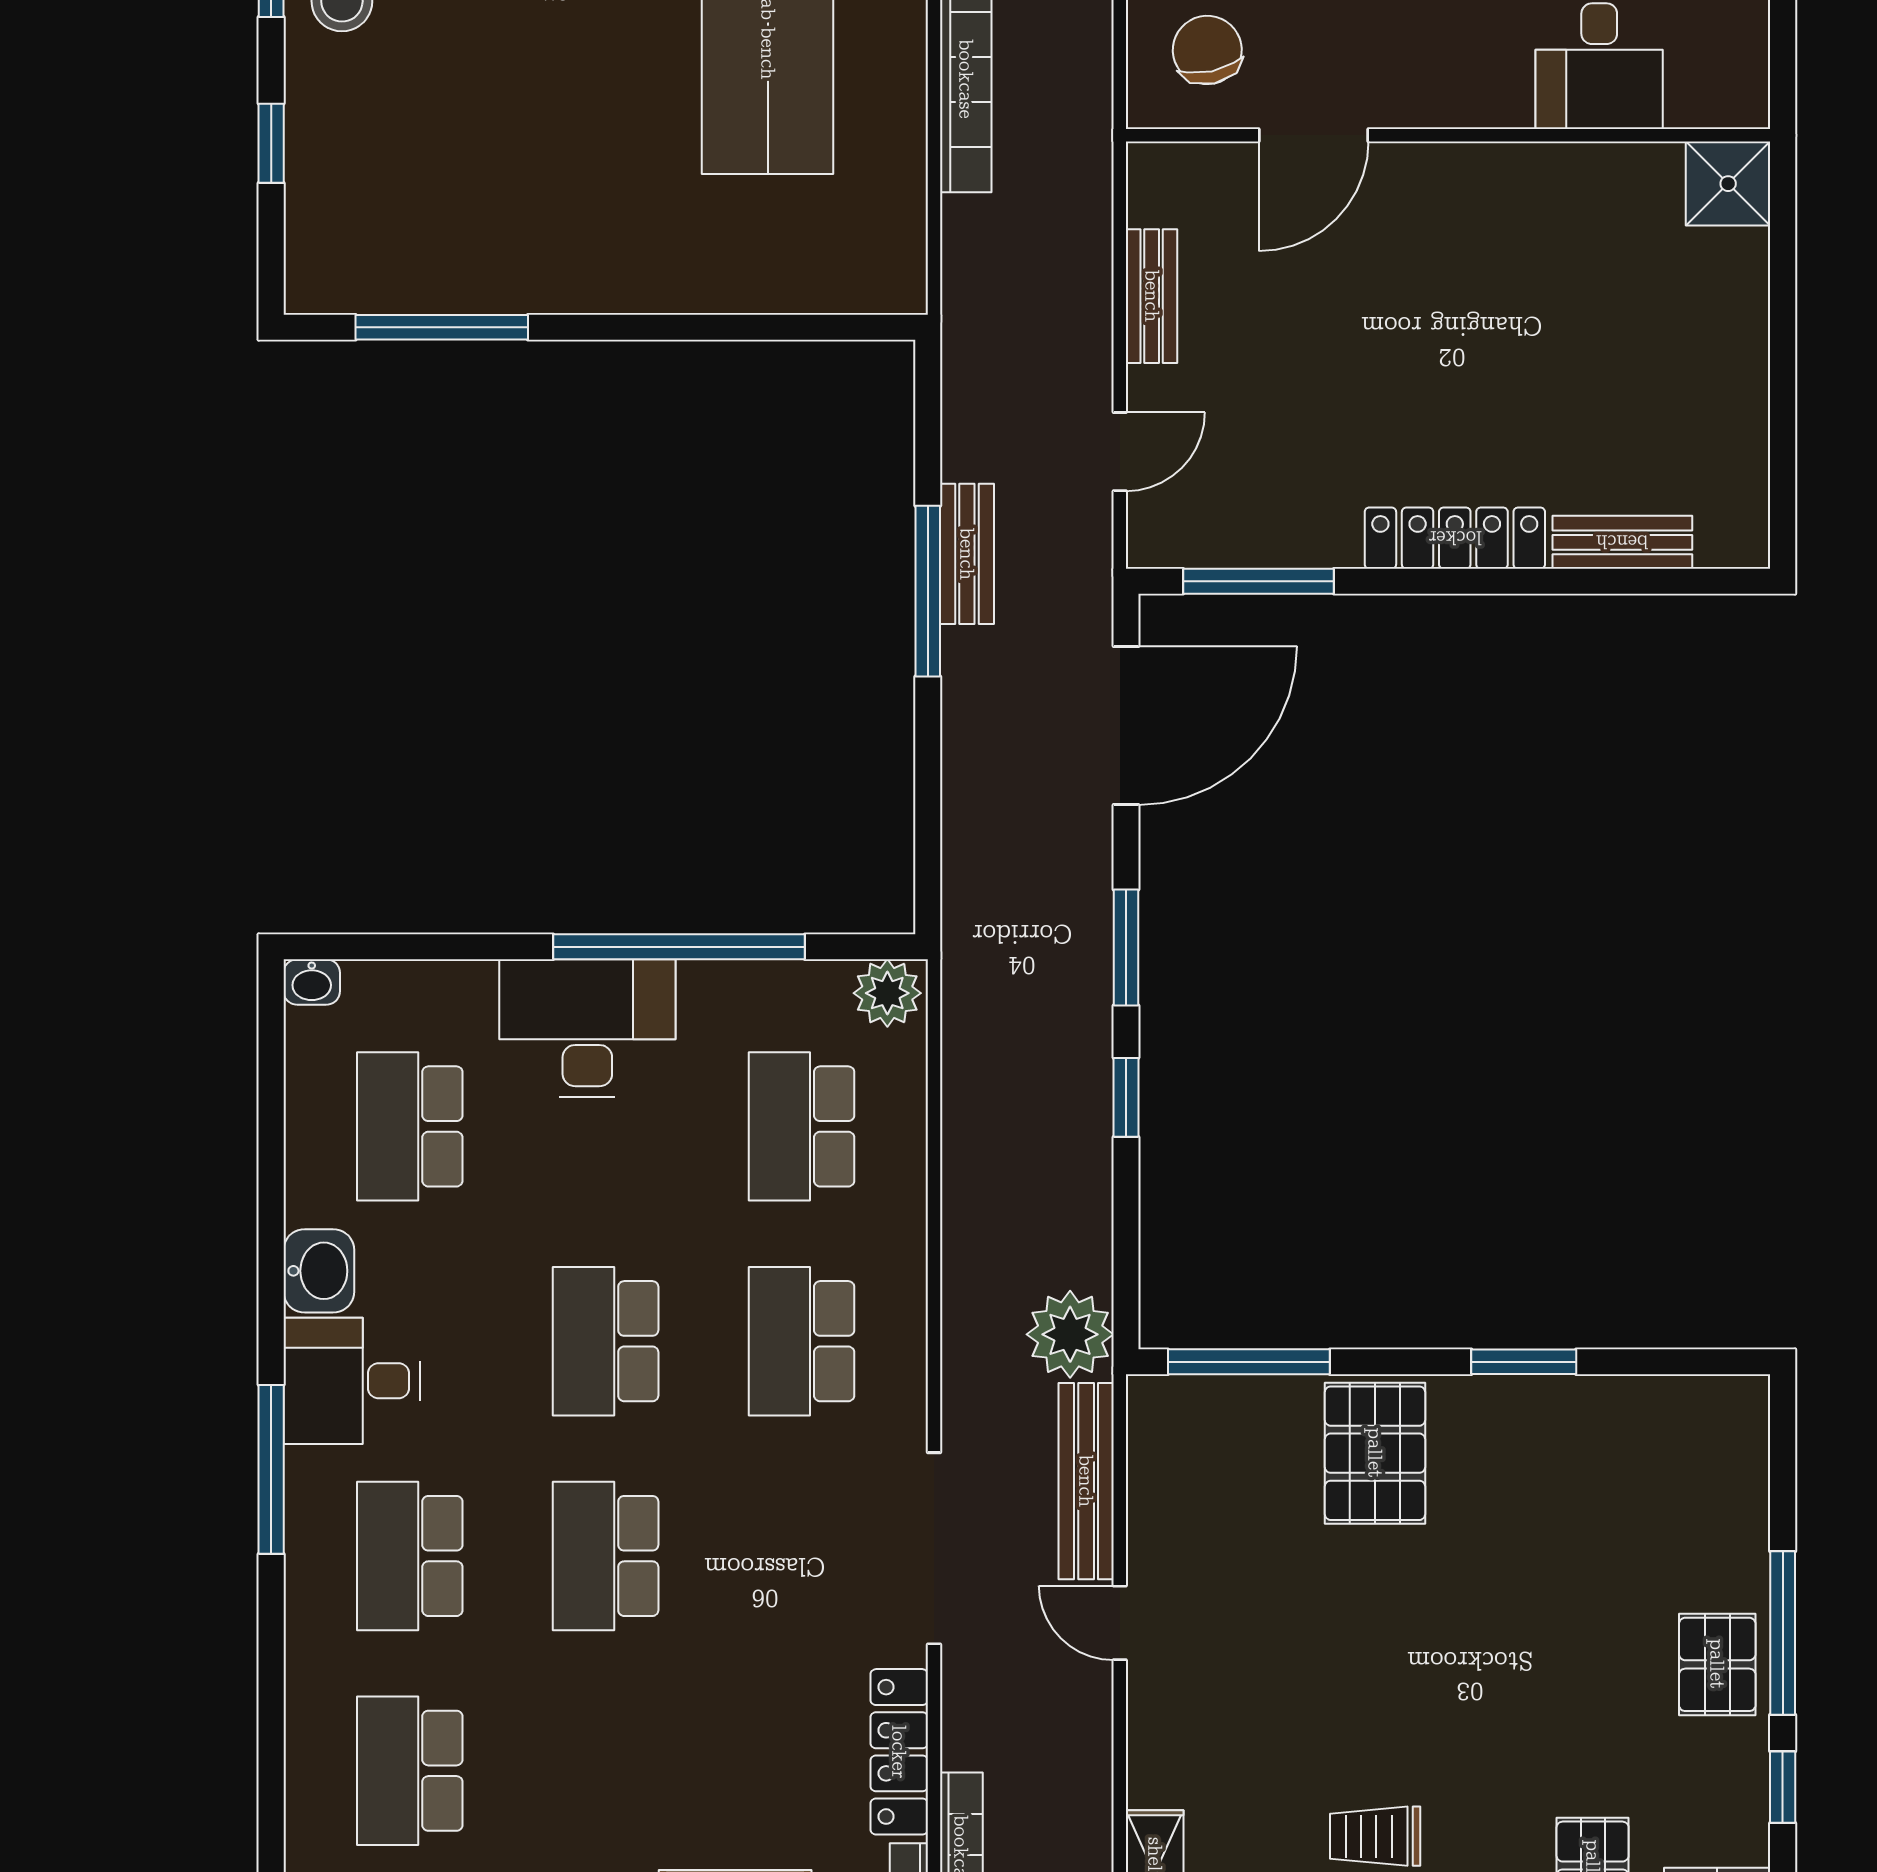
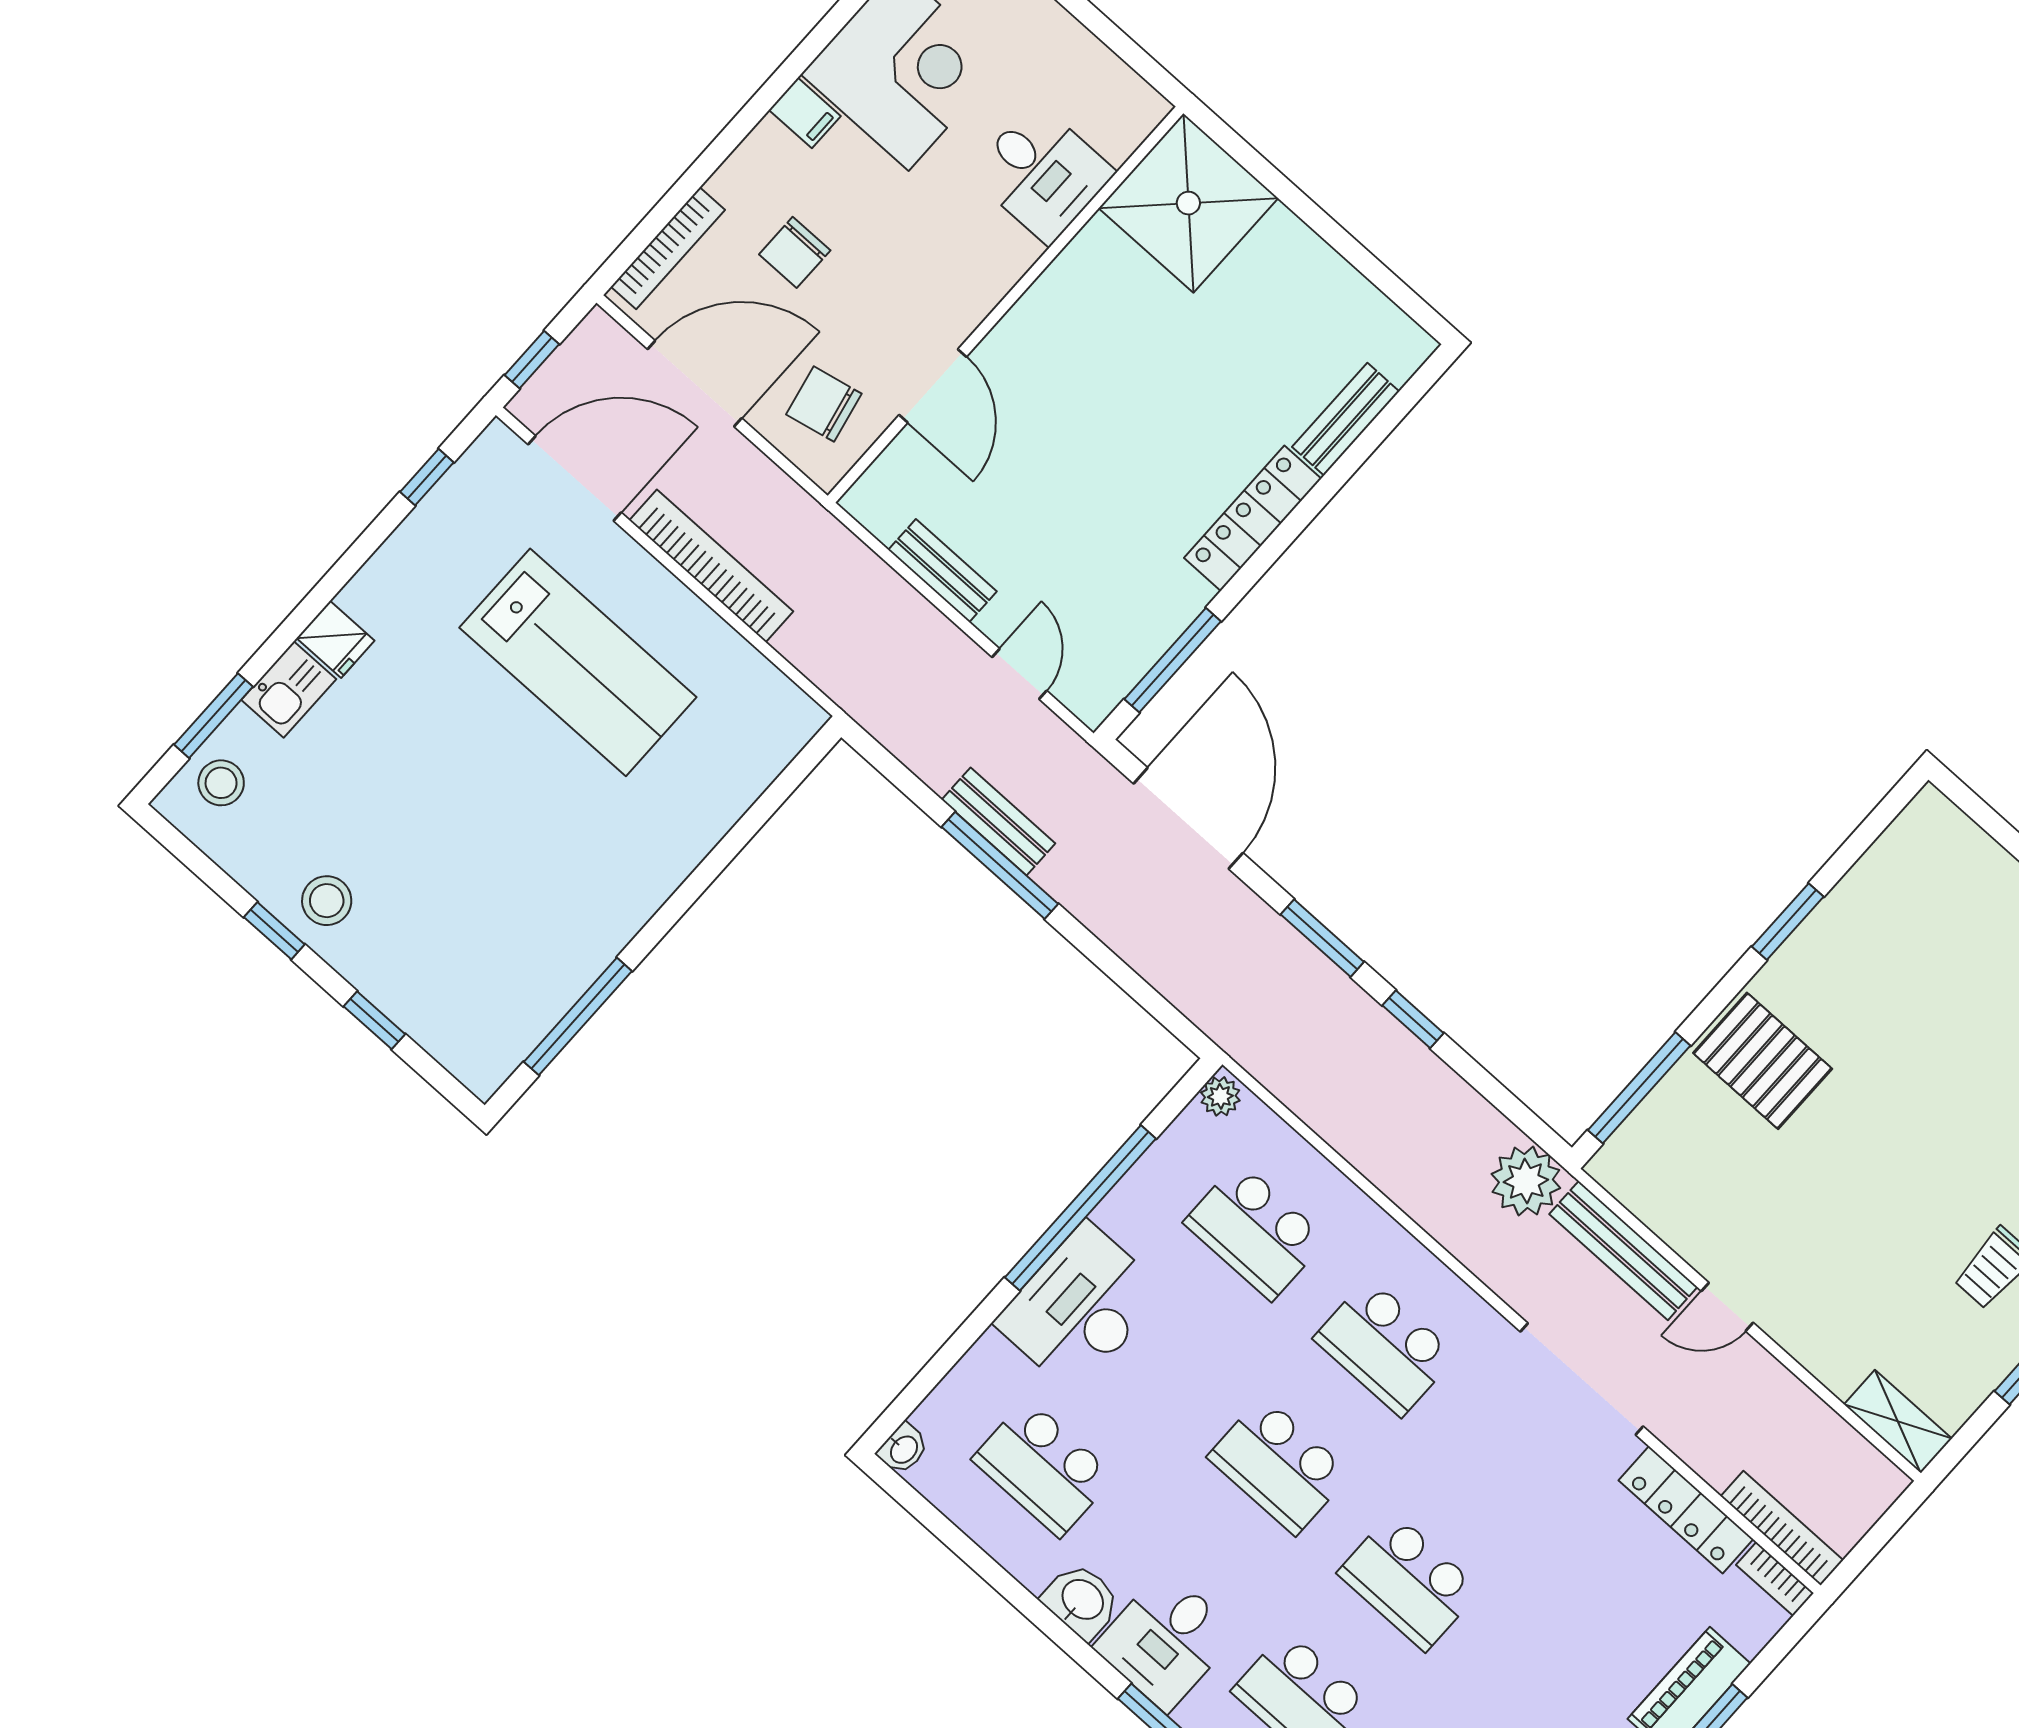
shower: (1728, 184) -> (1188, 203), width x1.86, depth x1.86
plant: (887, 993) -> (1220, 1096), width x0.73, depth x0.73

